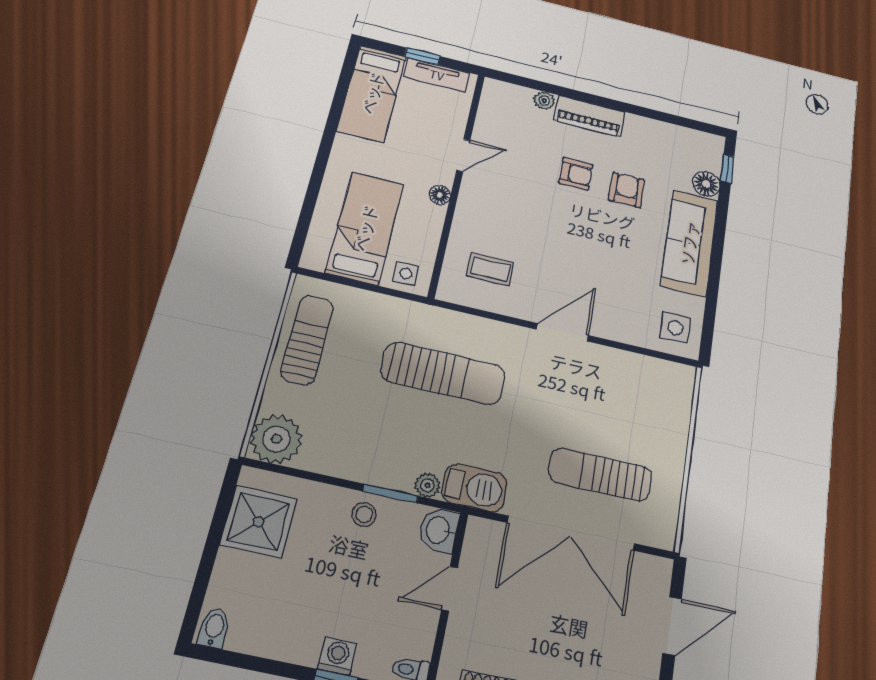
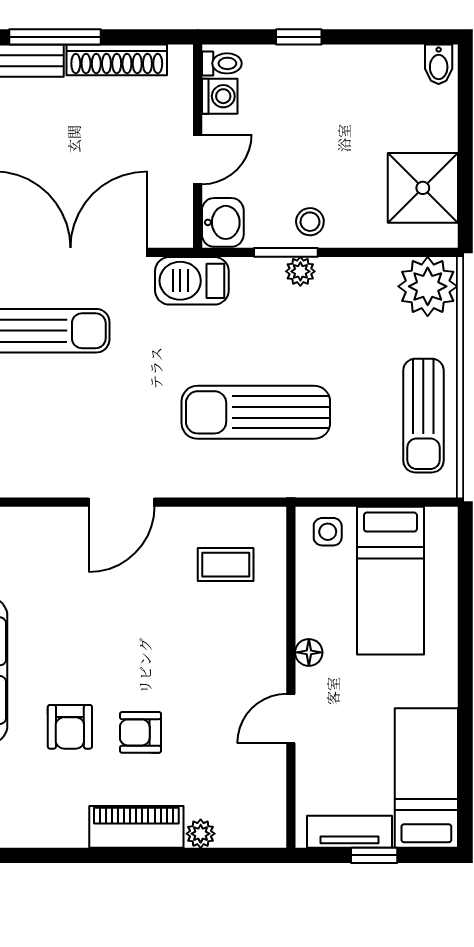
plant: (427, 485) -> (300, 271), moved
washing machine: (337, 656) -> (220, 96), moved, turned -90

